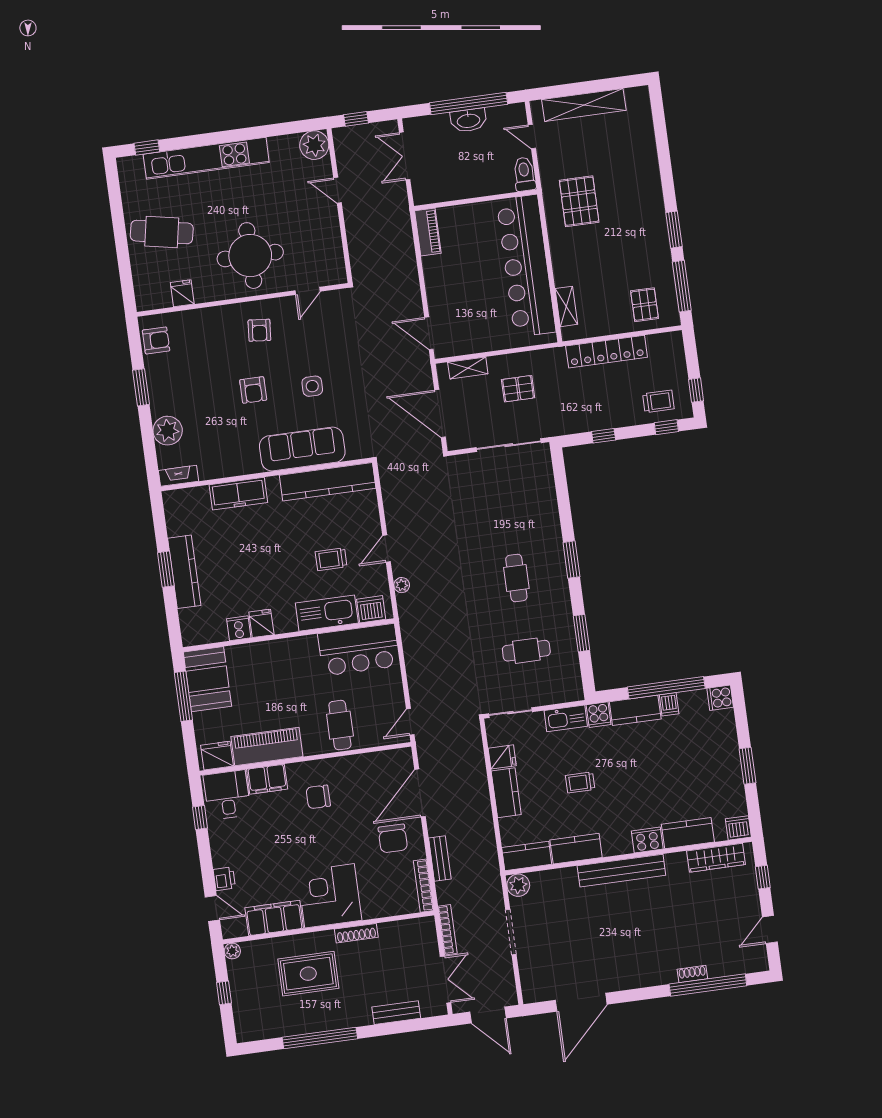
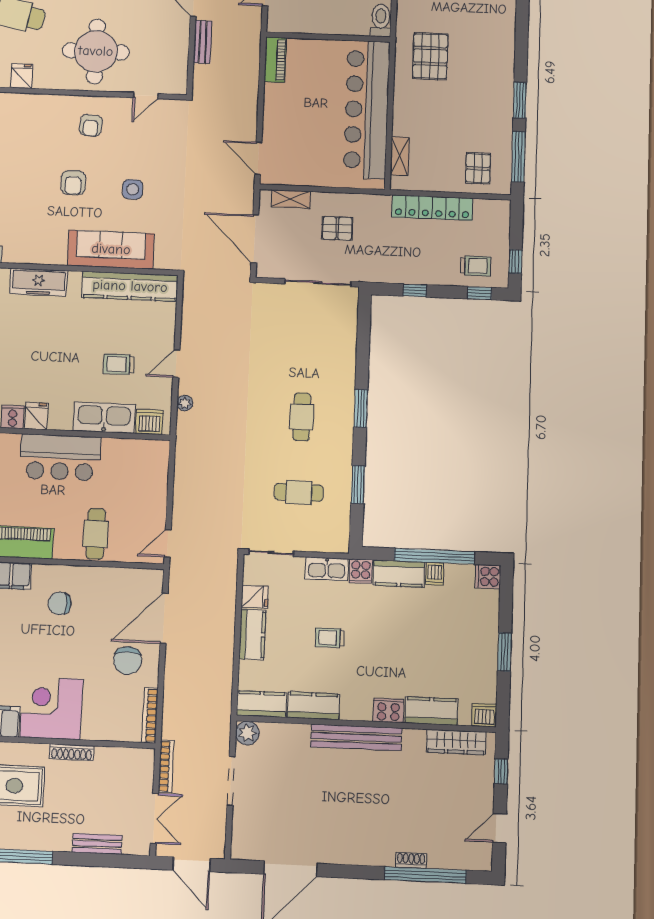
bar counter: (359, 650) -> (60, 457), moved
bench: (440, 858) -> (203, 42), moved

